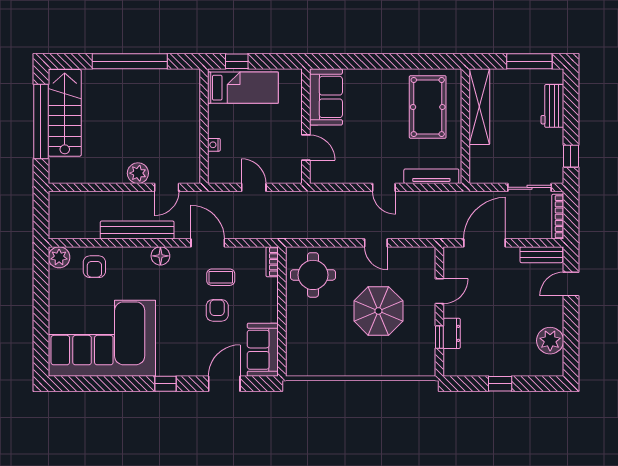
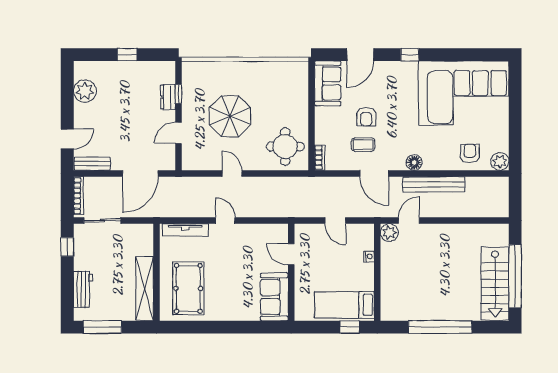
plant: (138, 173) -> (389, 233), moved

